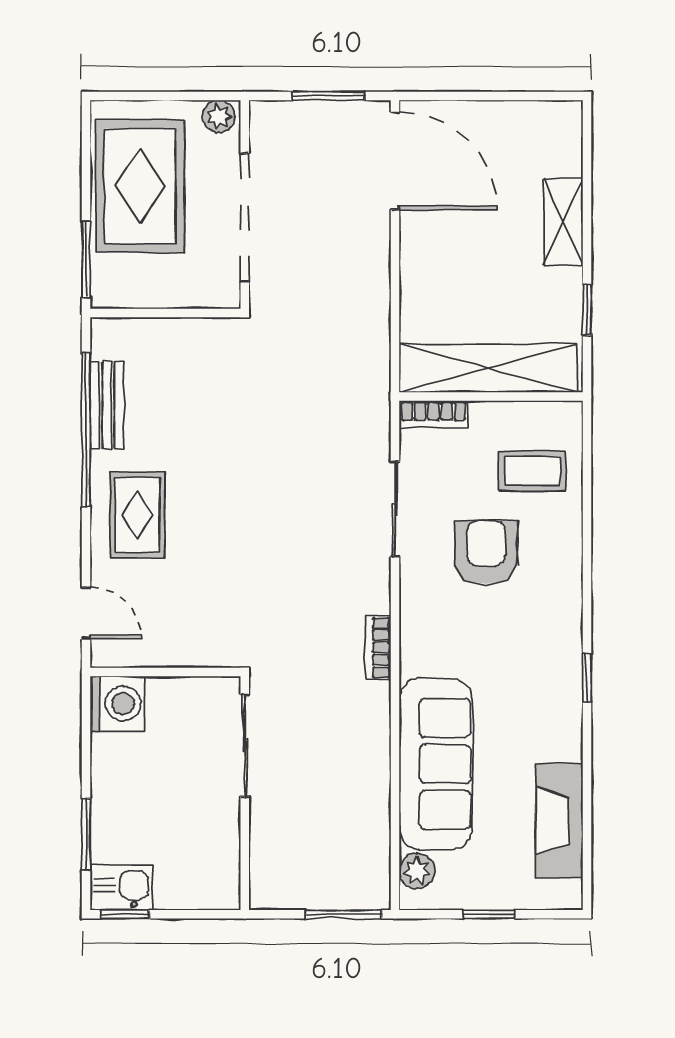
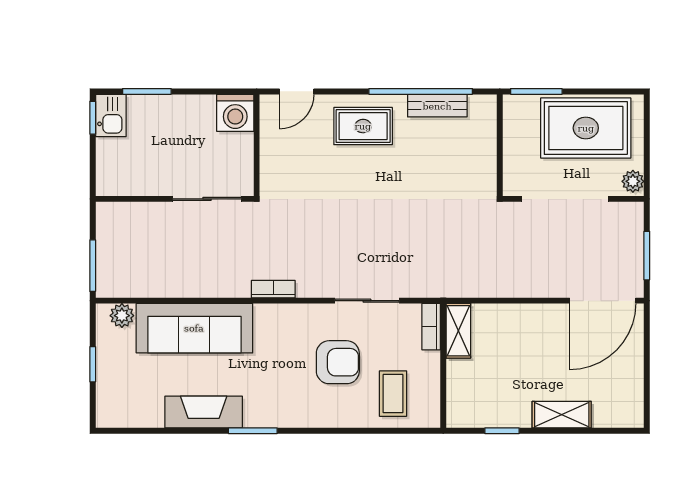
shelving: (488, 368) -> (458, 331), width x0.45, depth x0.75
window: (587, 678) -> (253, 431), width x1.50
fireplace: (559, 821) -> (204, 412), moved

